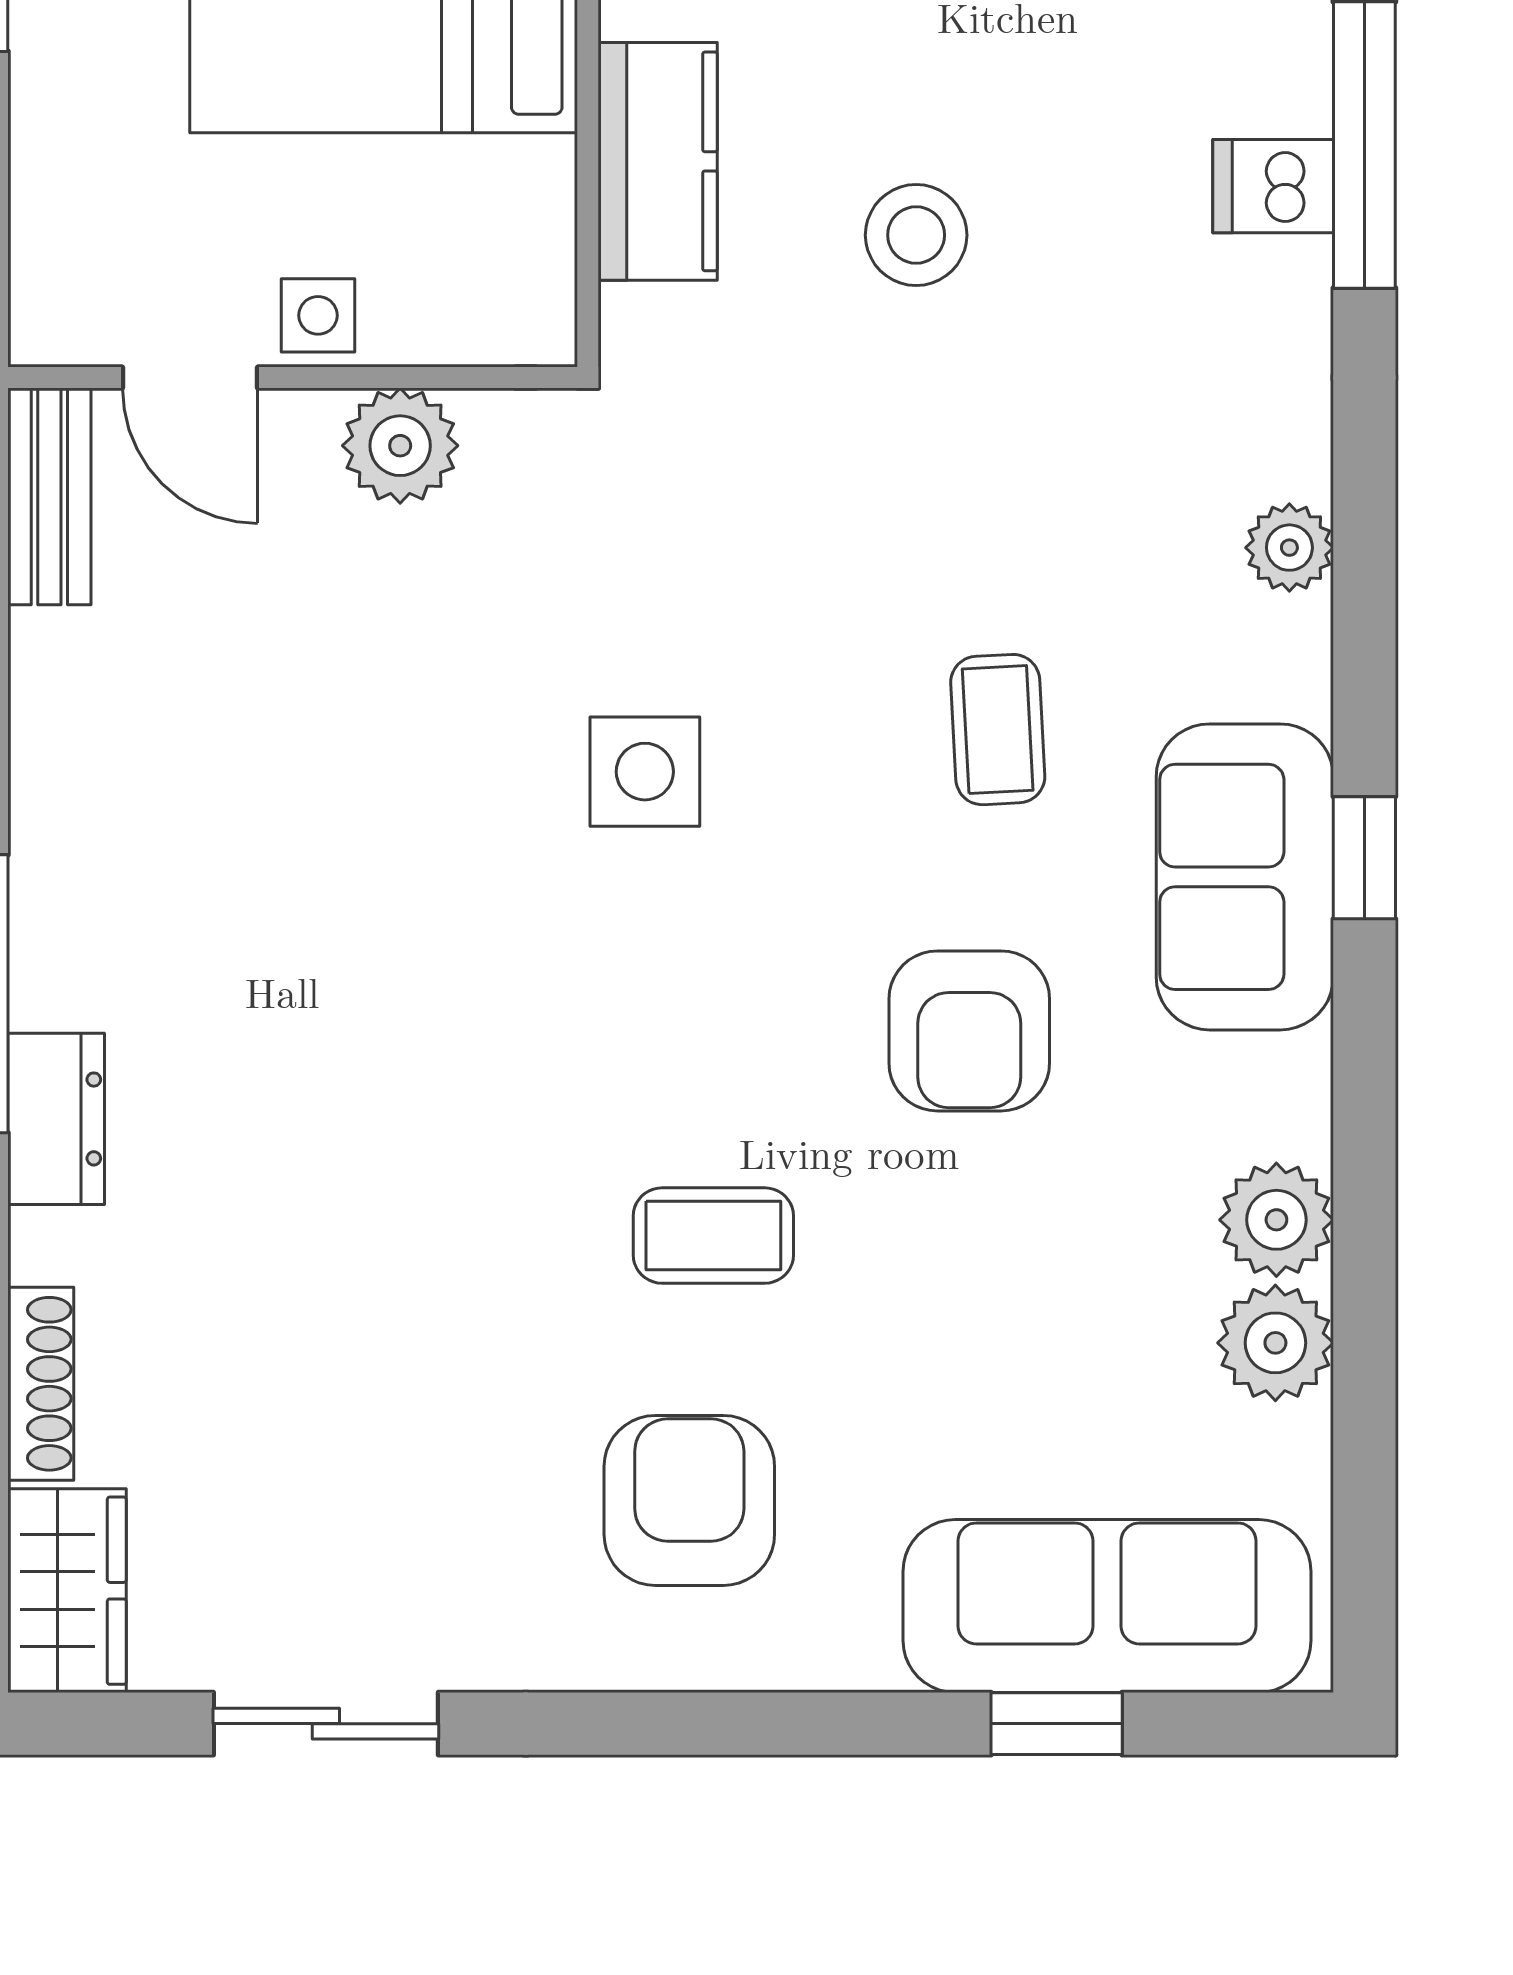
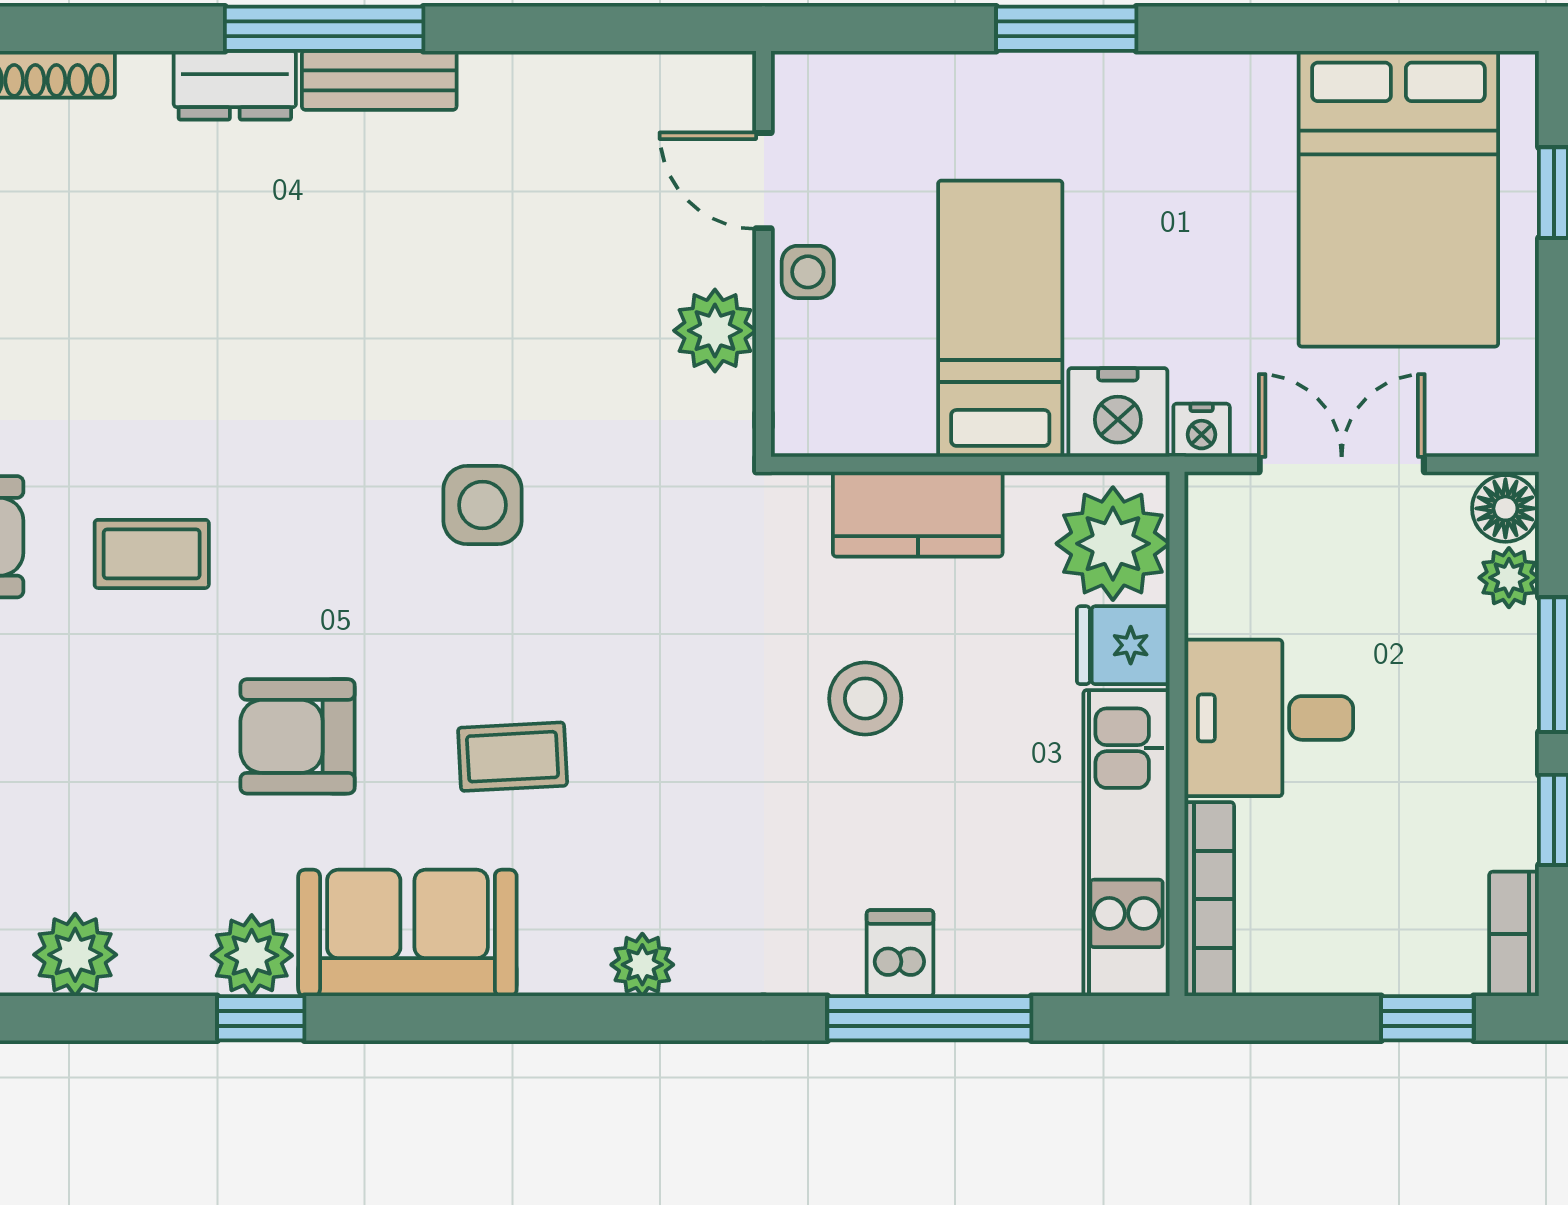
door: (190, 378) -> (764, 181), hinge flipped
bench: (49, 496) -> (379, 80), moved
window: (1364, 858) -> (261, 1018), moved
plant: (1276, 1220) -> (252, 955), moved
coffee table: (713, 1236) -> (152, 554), turned 90

